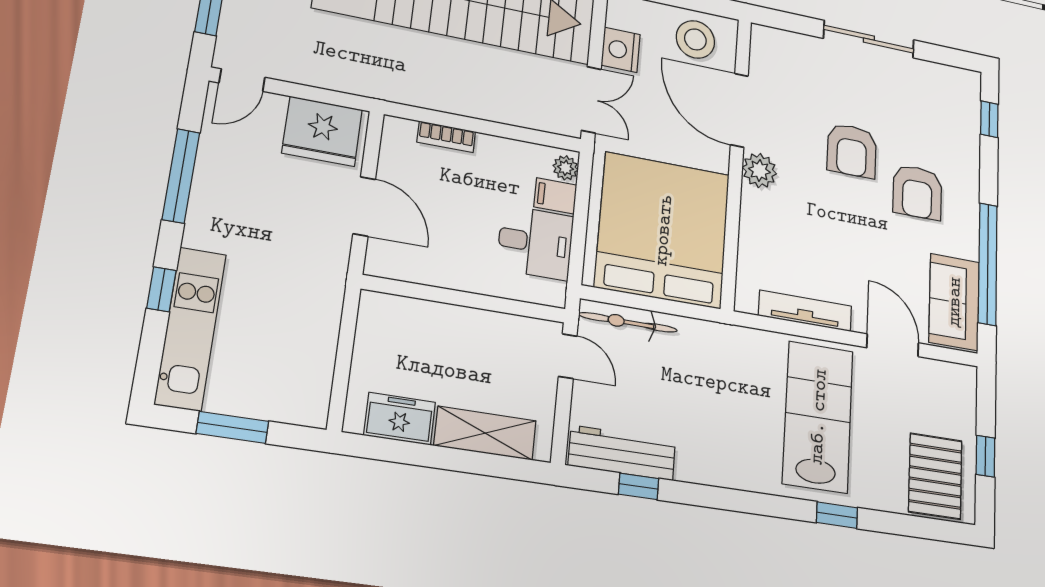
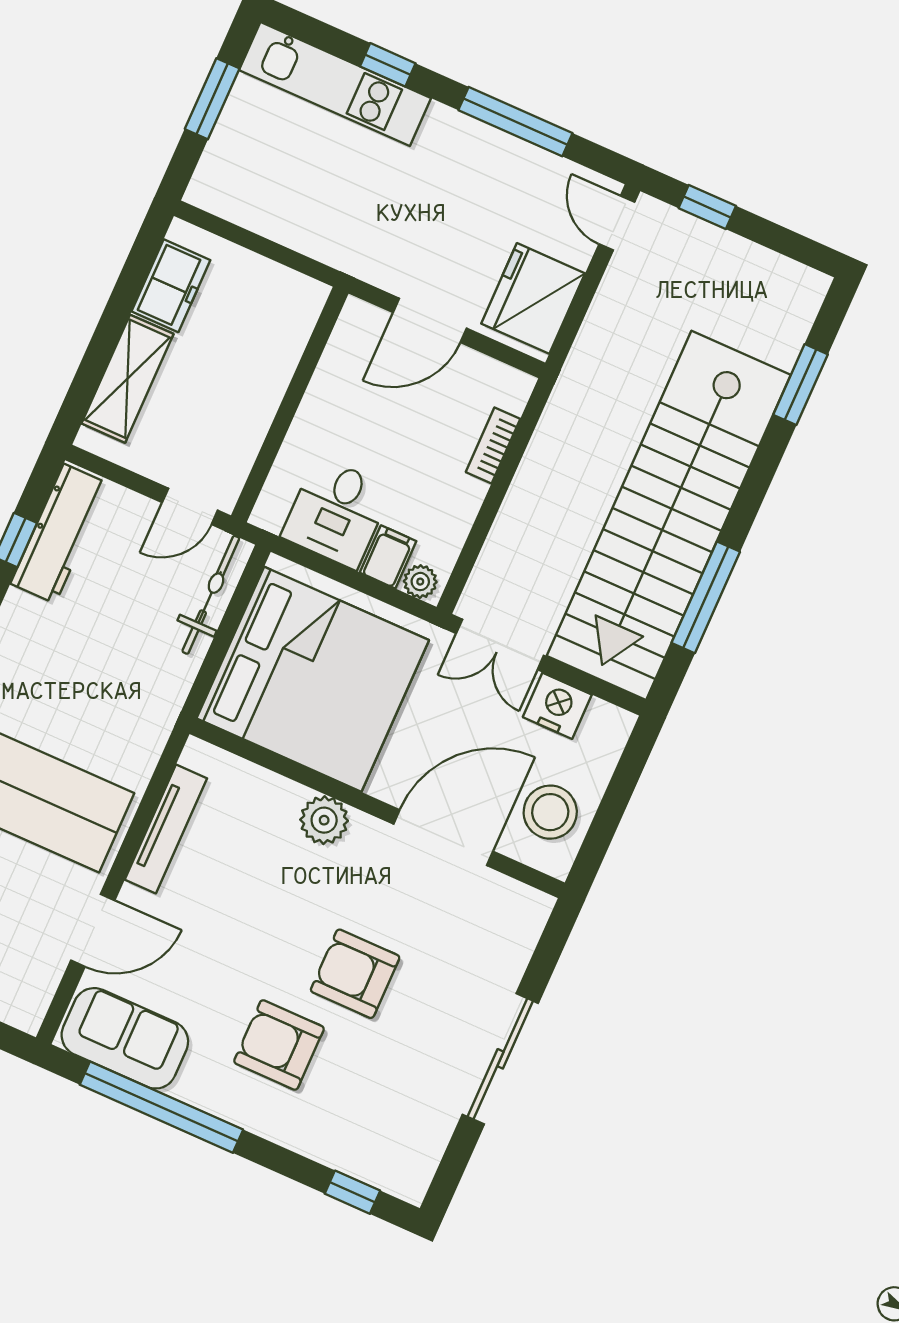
plant: (759, 170) -> (324, 820), moved

